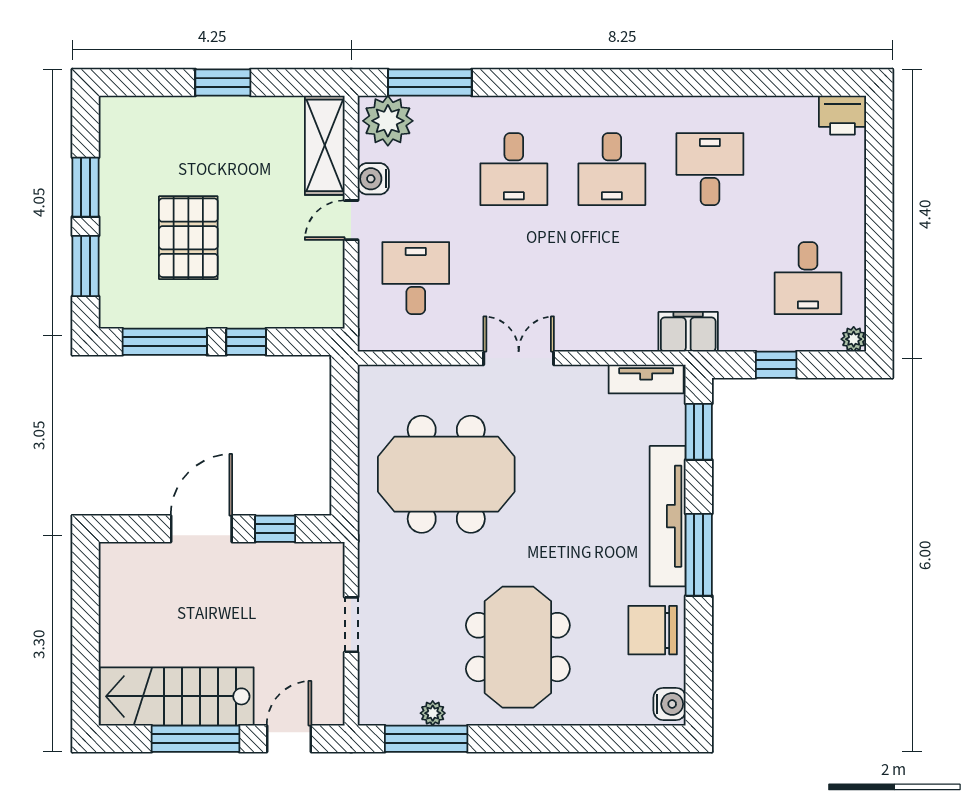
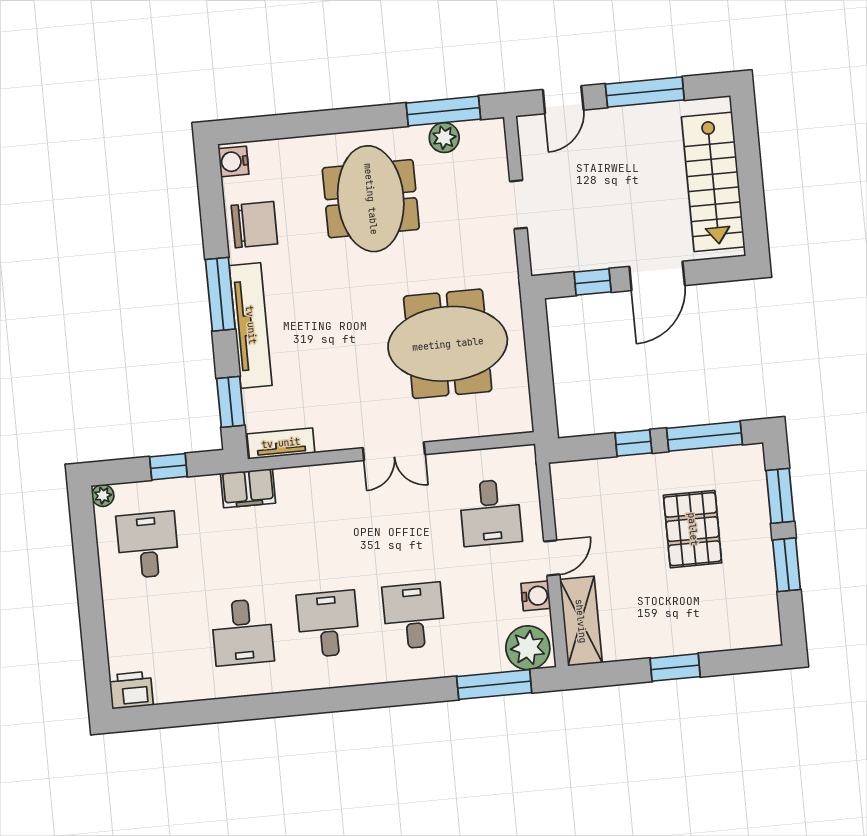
stairs: (177, 696) -> (713, 182), moved, turned 90
plant: (433, 713) -> (444, 138), width x1.38, depth x1.38

